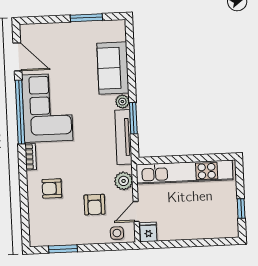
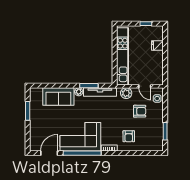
fridge: (148, 232) -> (157, 46), moved

